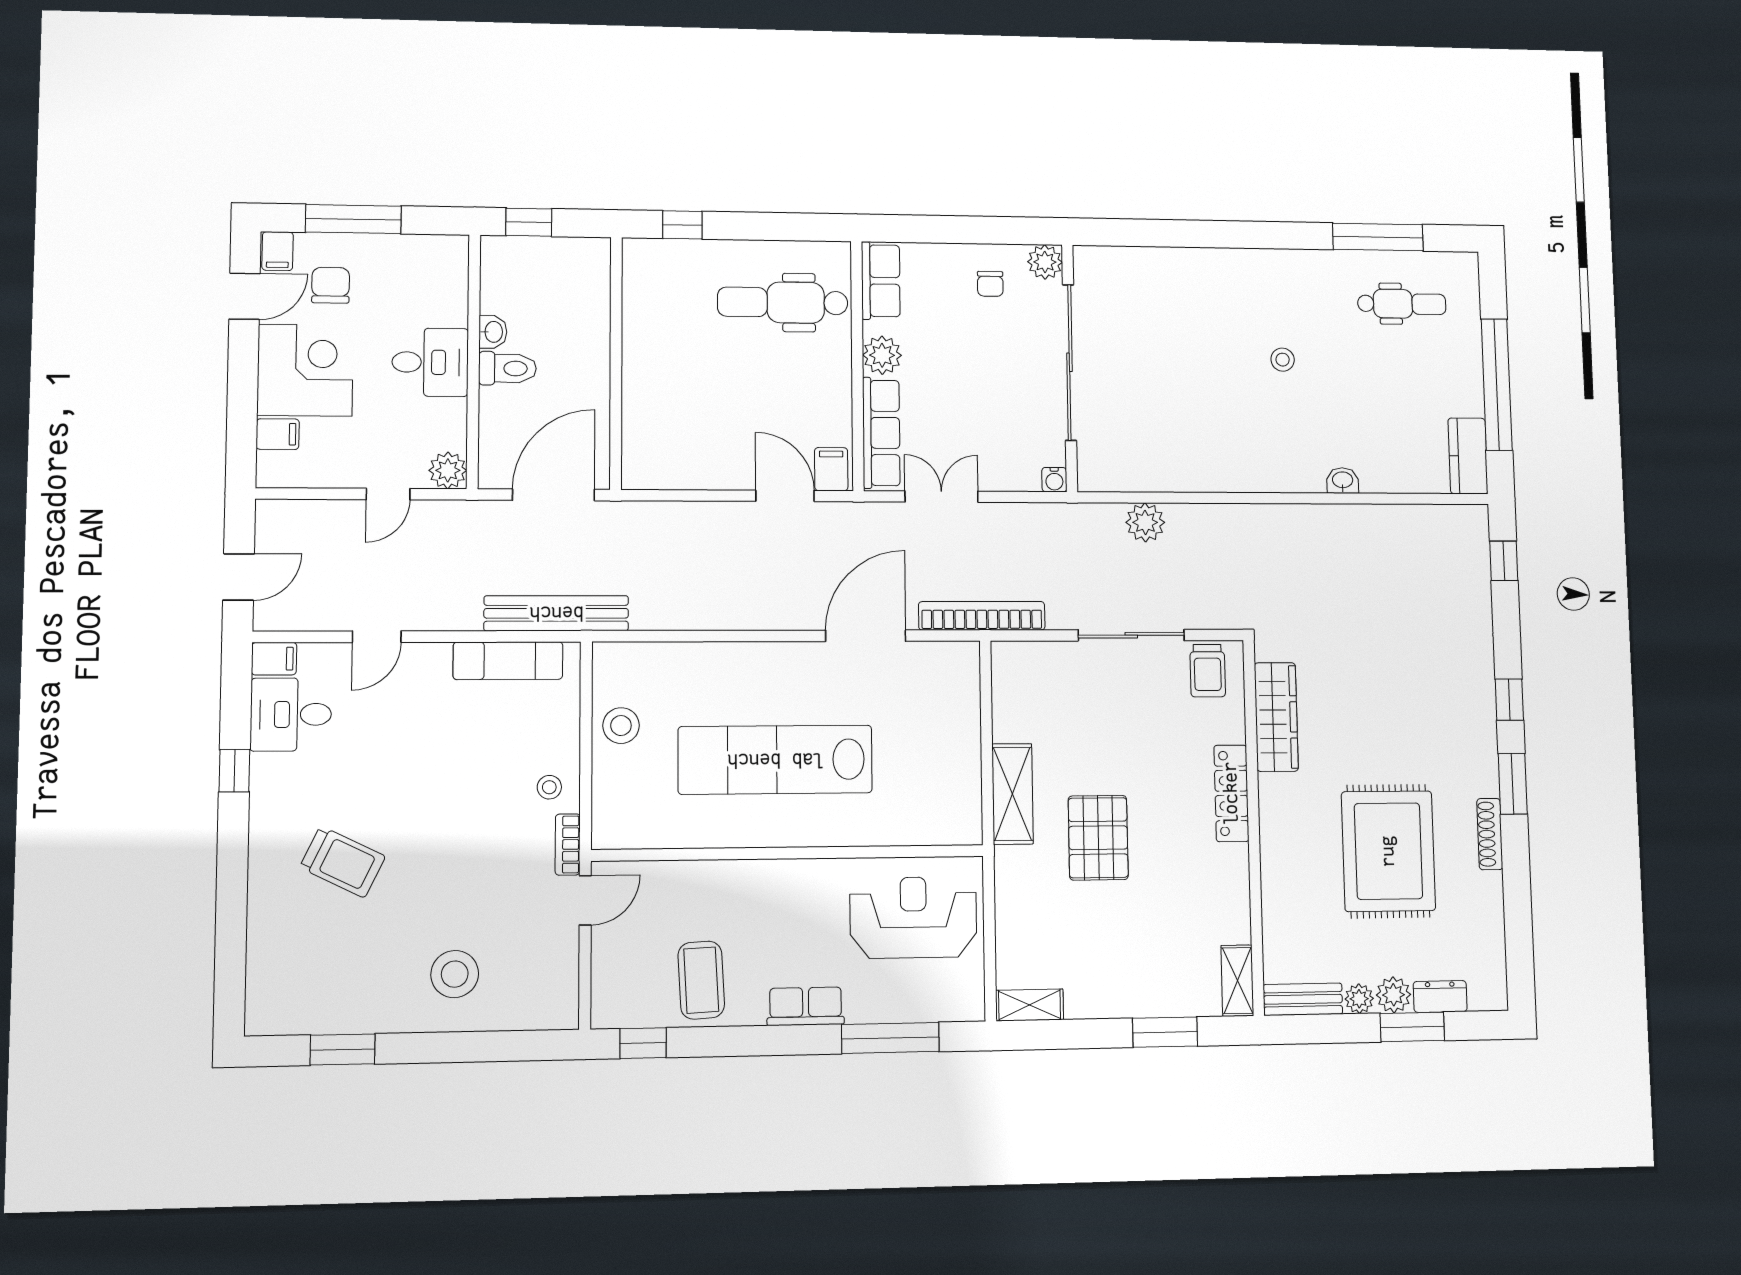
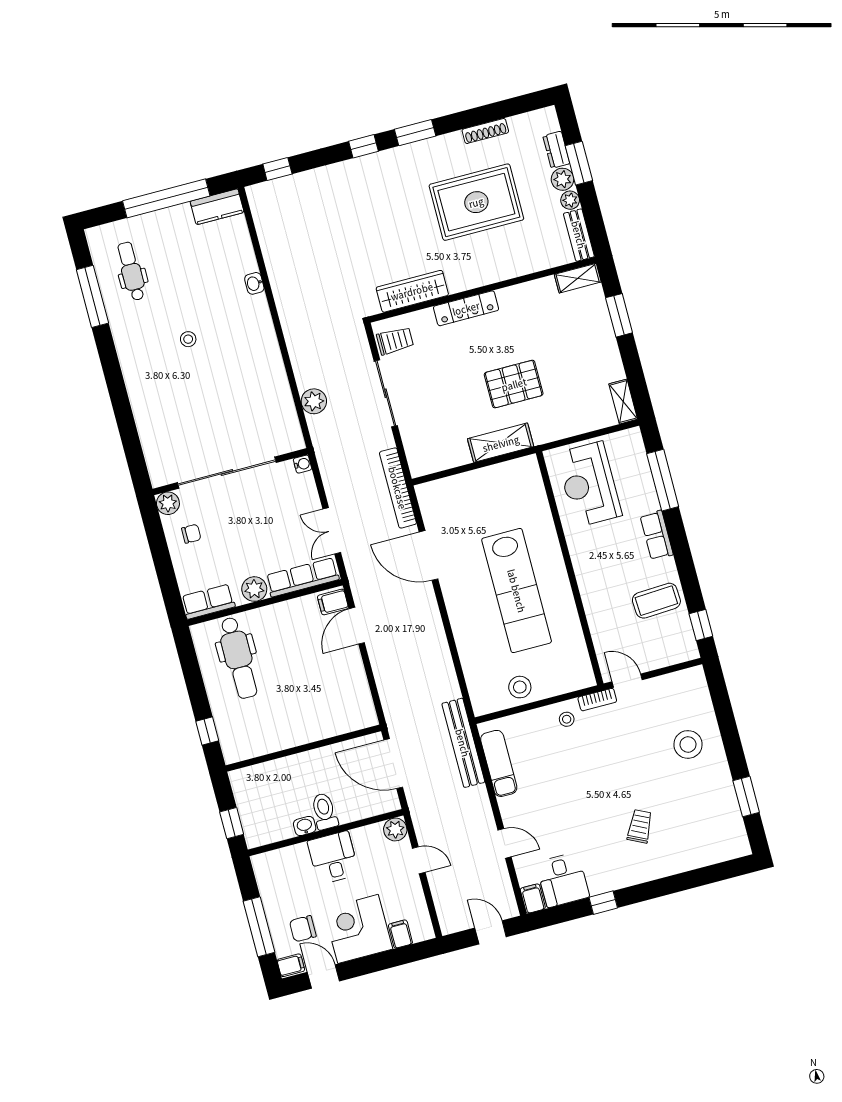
shoe rack: (1490, 834) -> (485, 131), moved
trolley: (343, 862) -> (640, 826), width x0.73, depth x0.72

